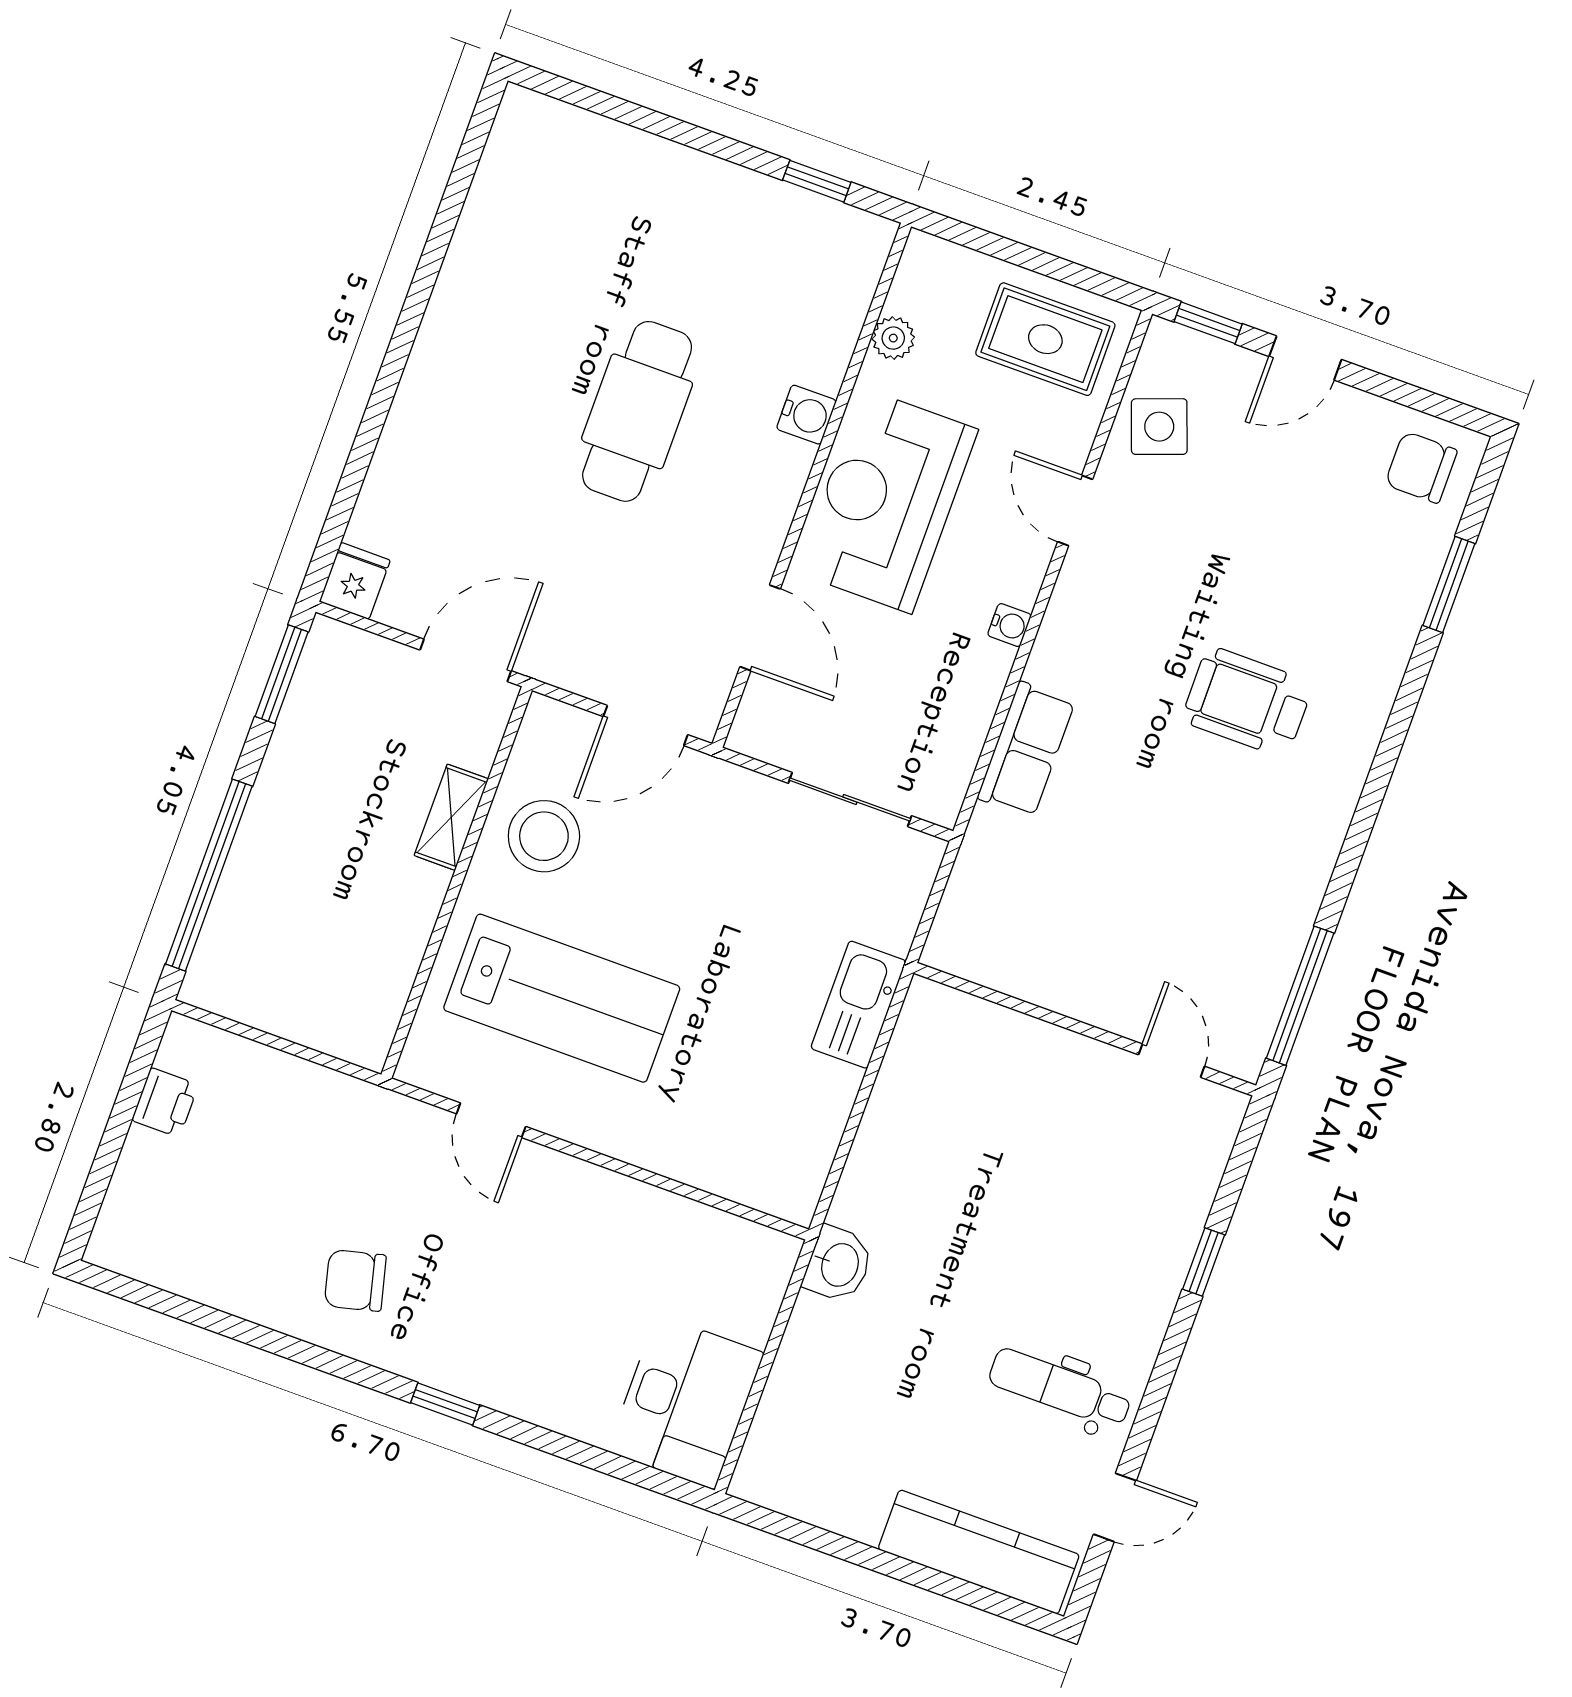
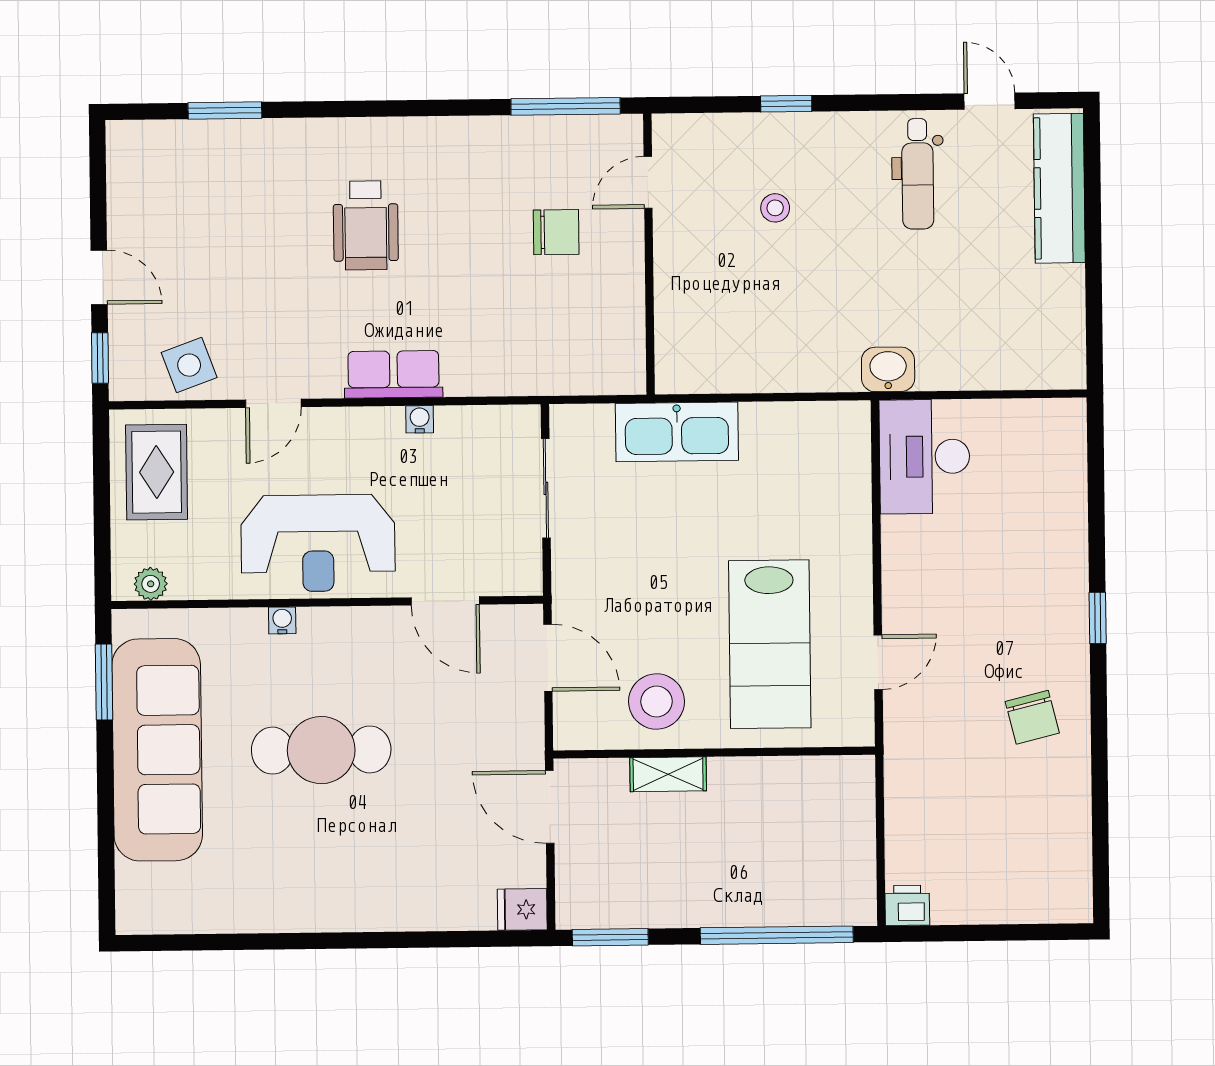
window: (817, 181) -> (104, 682), width x1.50
sofa: (711, 214) -> (157, 750), added
plant: (893, 338) -> (151, 584), moved
water cooler: (806, 415) -> (282, 620), width x0.72, depth x0.72
chair: (1421, 467) -> (556, 232), moved, turned -90
water cooler: (1009, 625) -> (420, 419), moved
door: (760, 628) -> (445, 601), swing flipped
row of seats: (1026, 750) -> (394, 374), moved
lab bench: (562, 998) -> (770, 644), turned 180
kitchen sink: (858, 1005) -> (677, 432), width x1.36, depth x1.24
printer: (165, 1102) -> (907, 905), moved
stool: (1083, 1202) -> (775, 208), added
desk: (686, 1402) -> (925, 457), moved, turned -90

